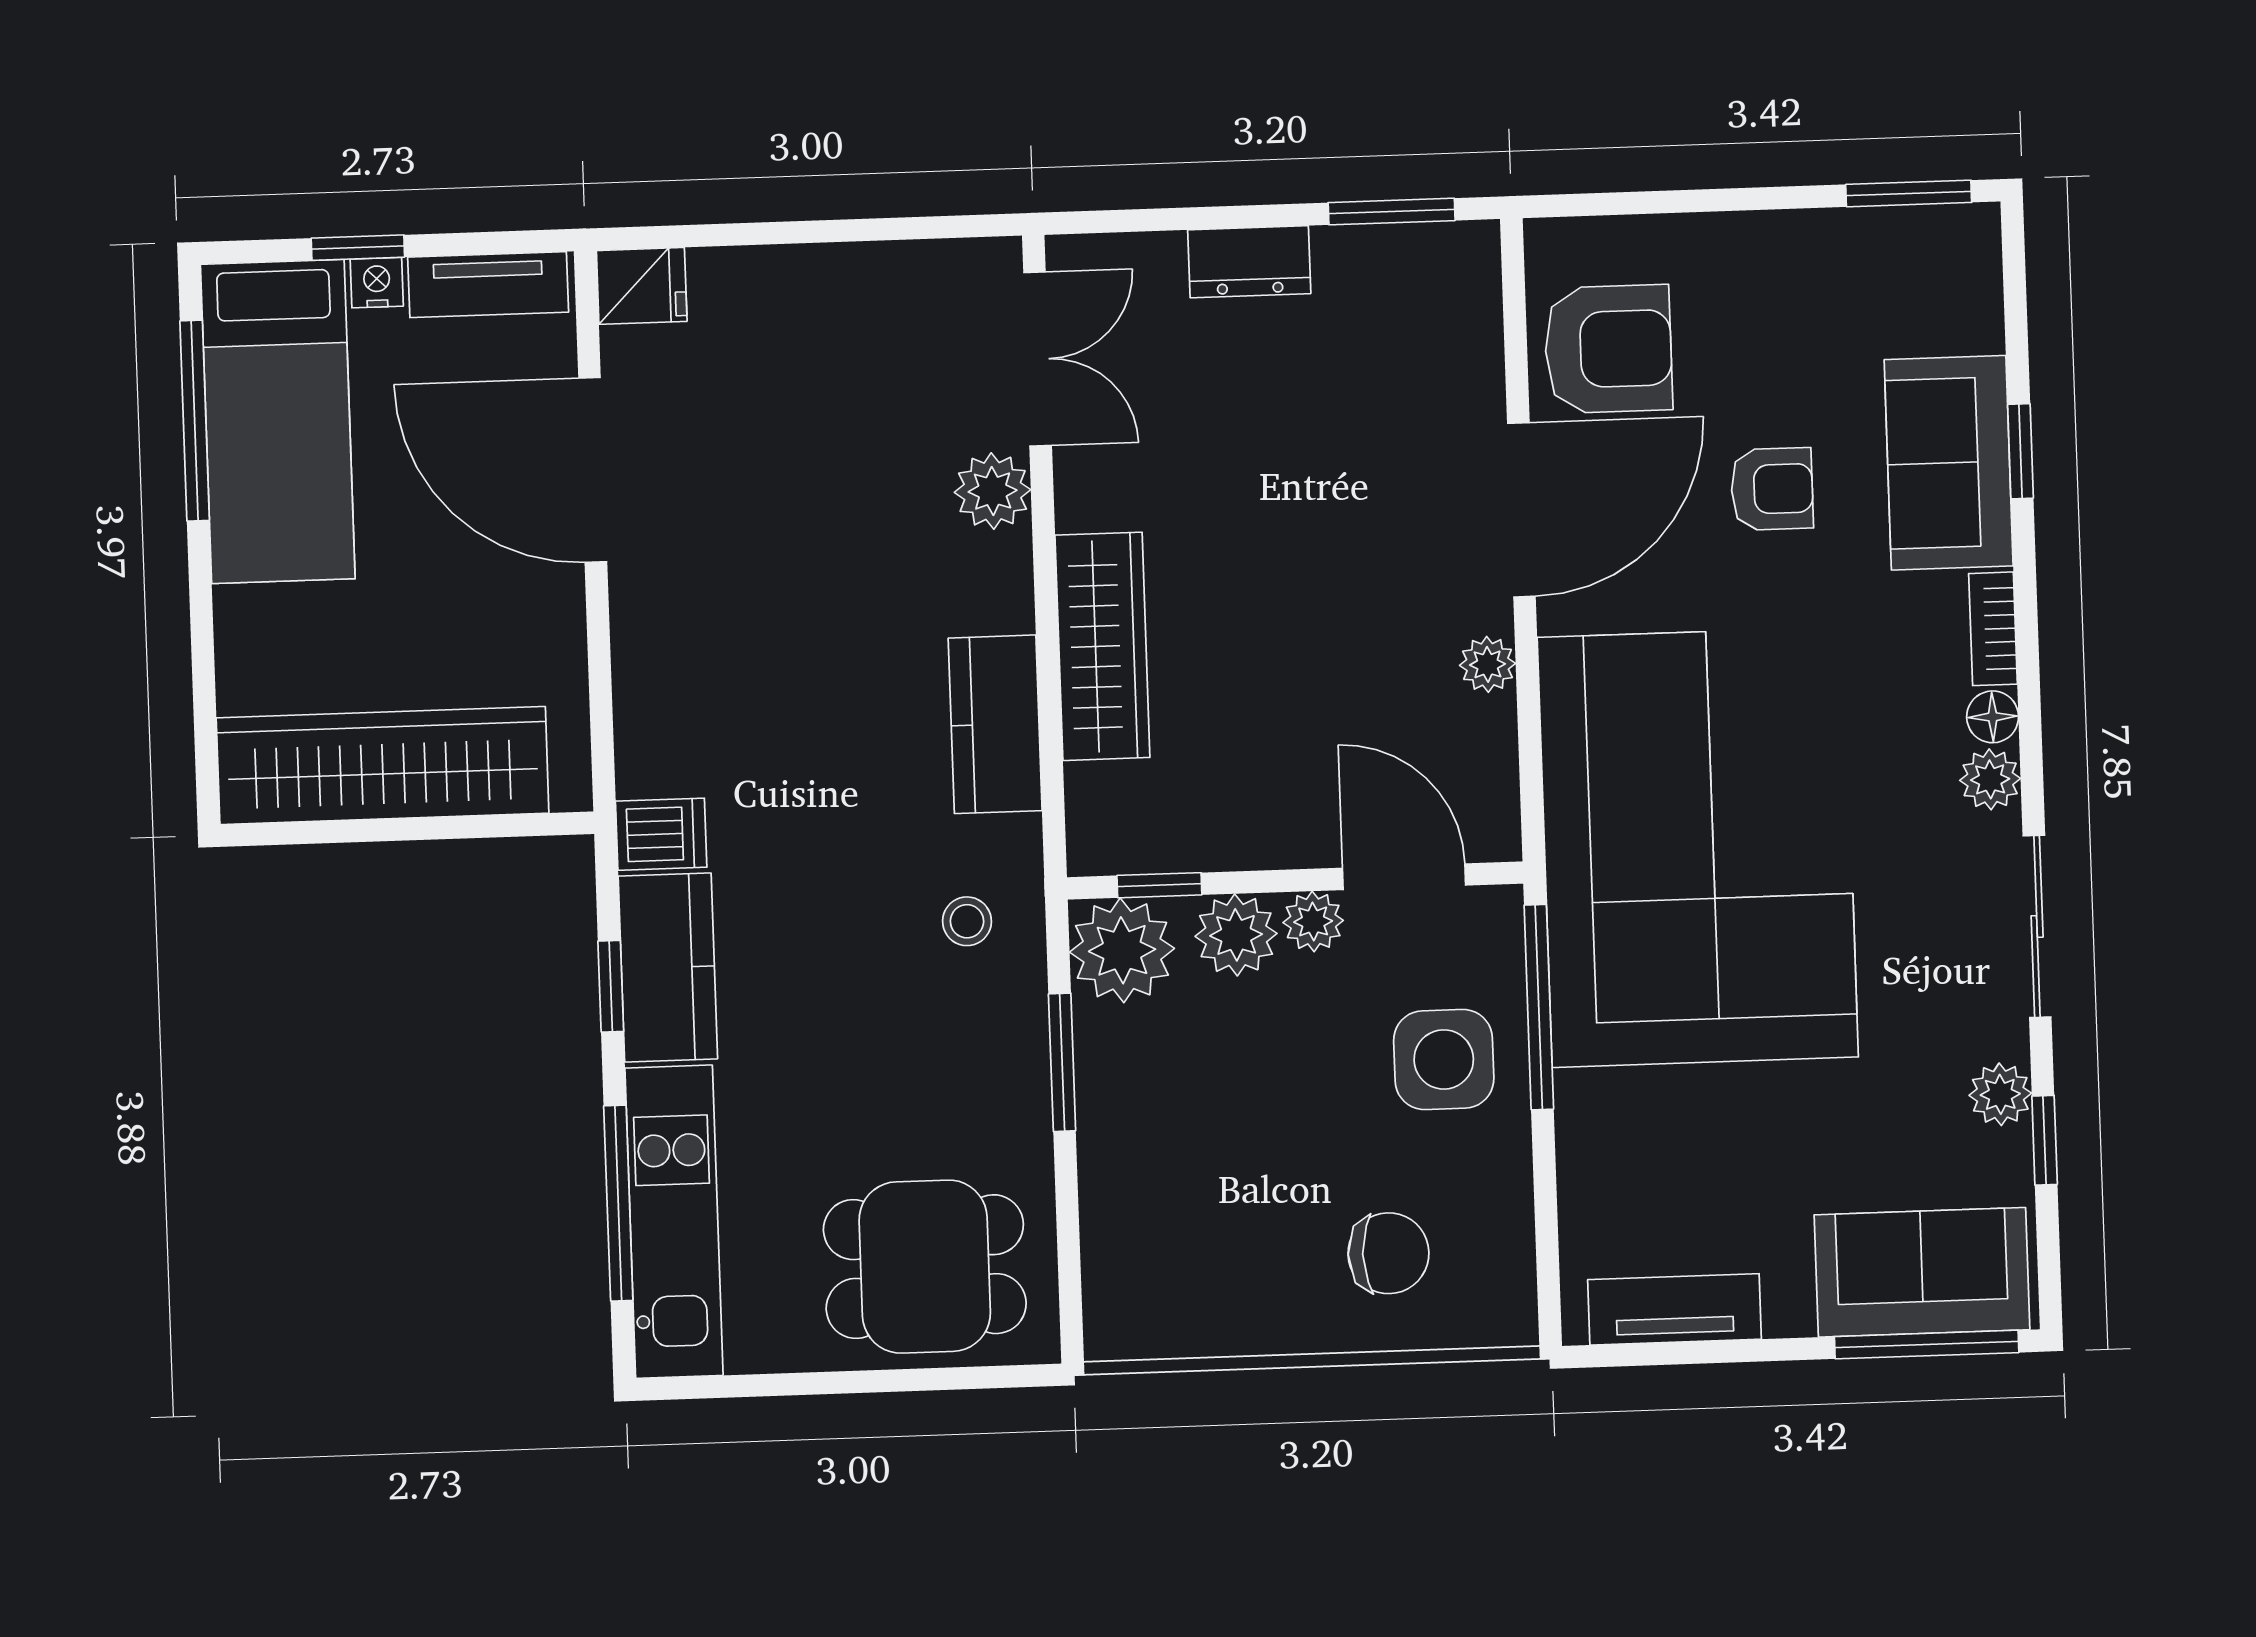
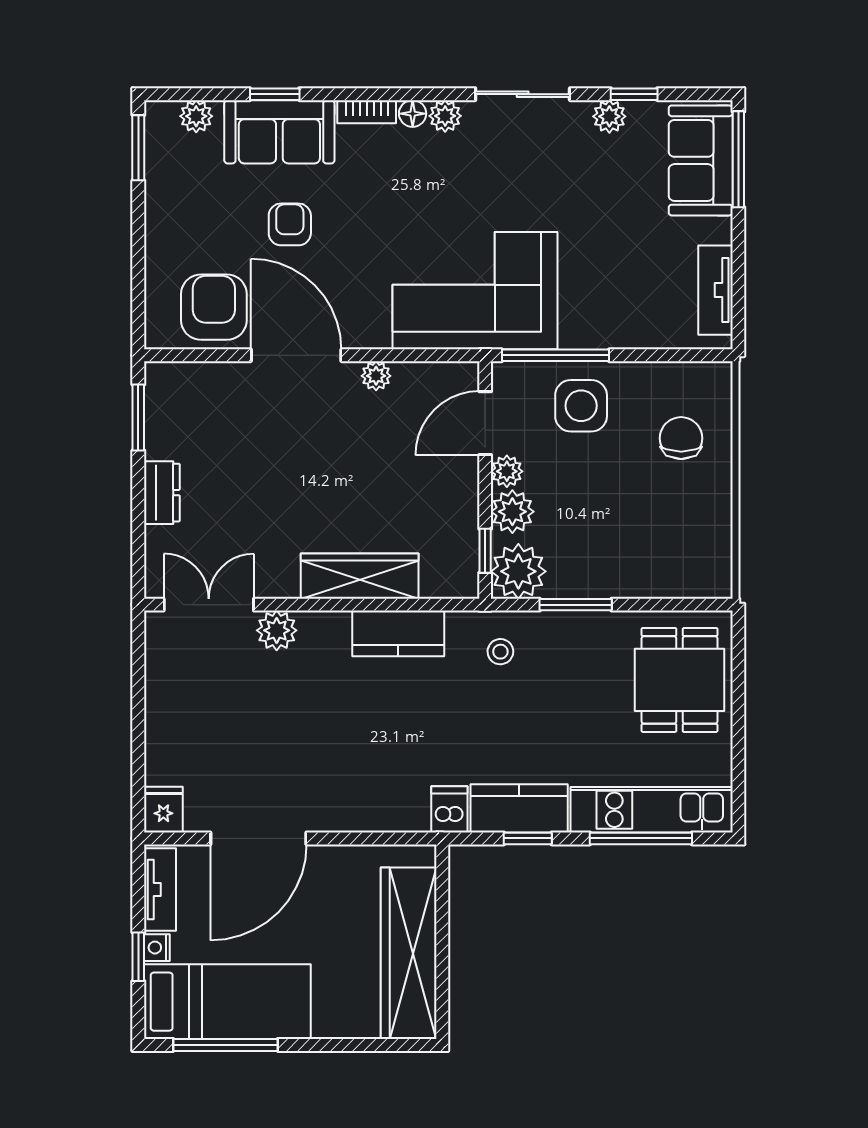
plant: (1973, 302) -> (196, 116), added
corner sofa: (1698, 847) -> (475, 291), width x0.73, depth x0.74

